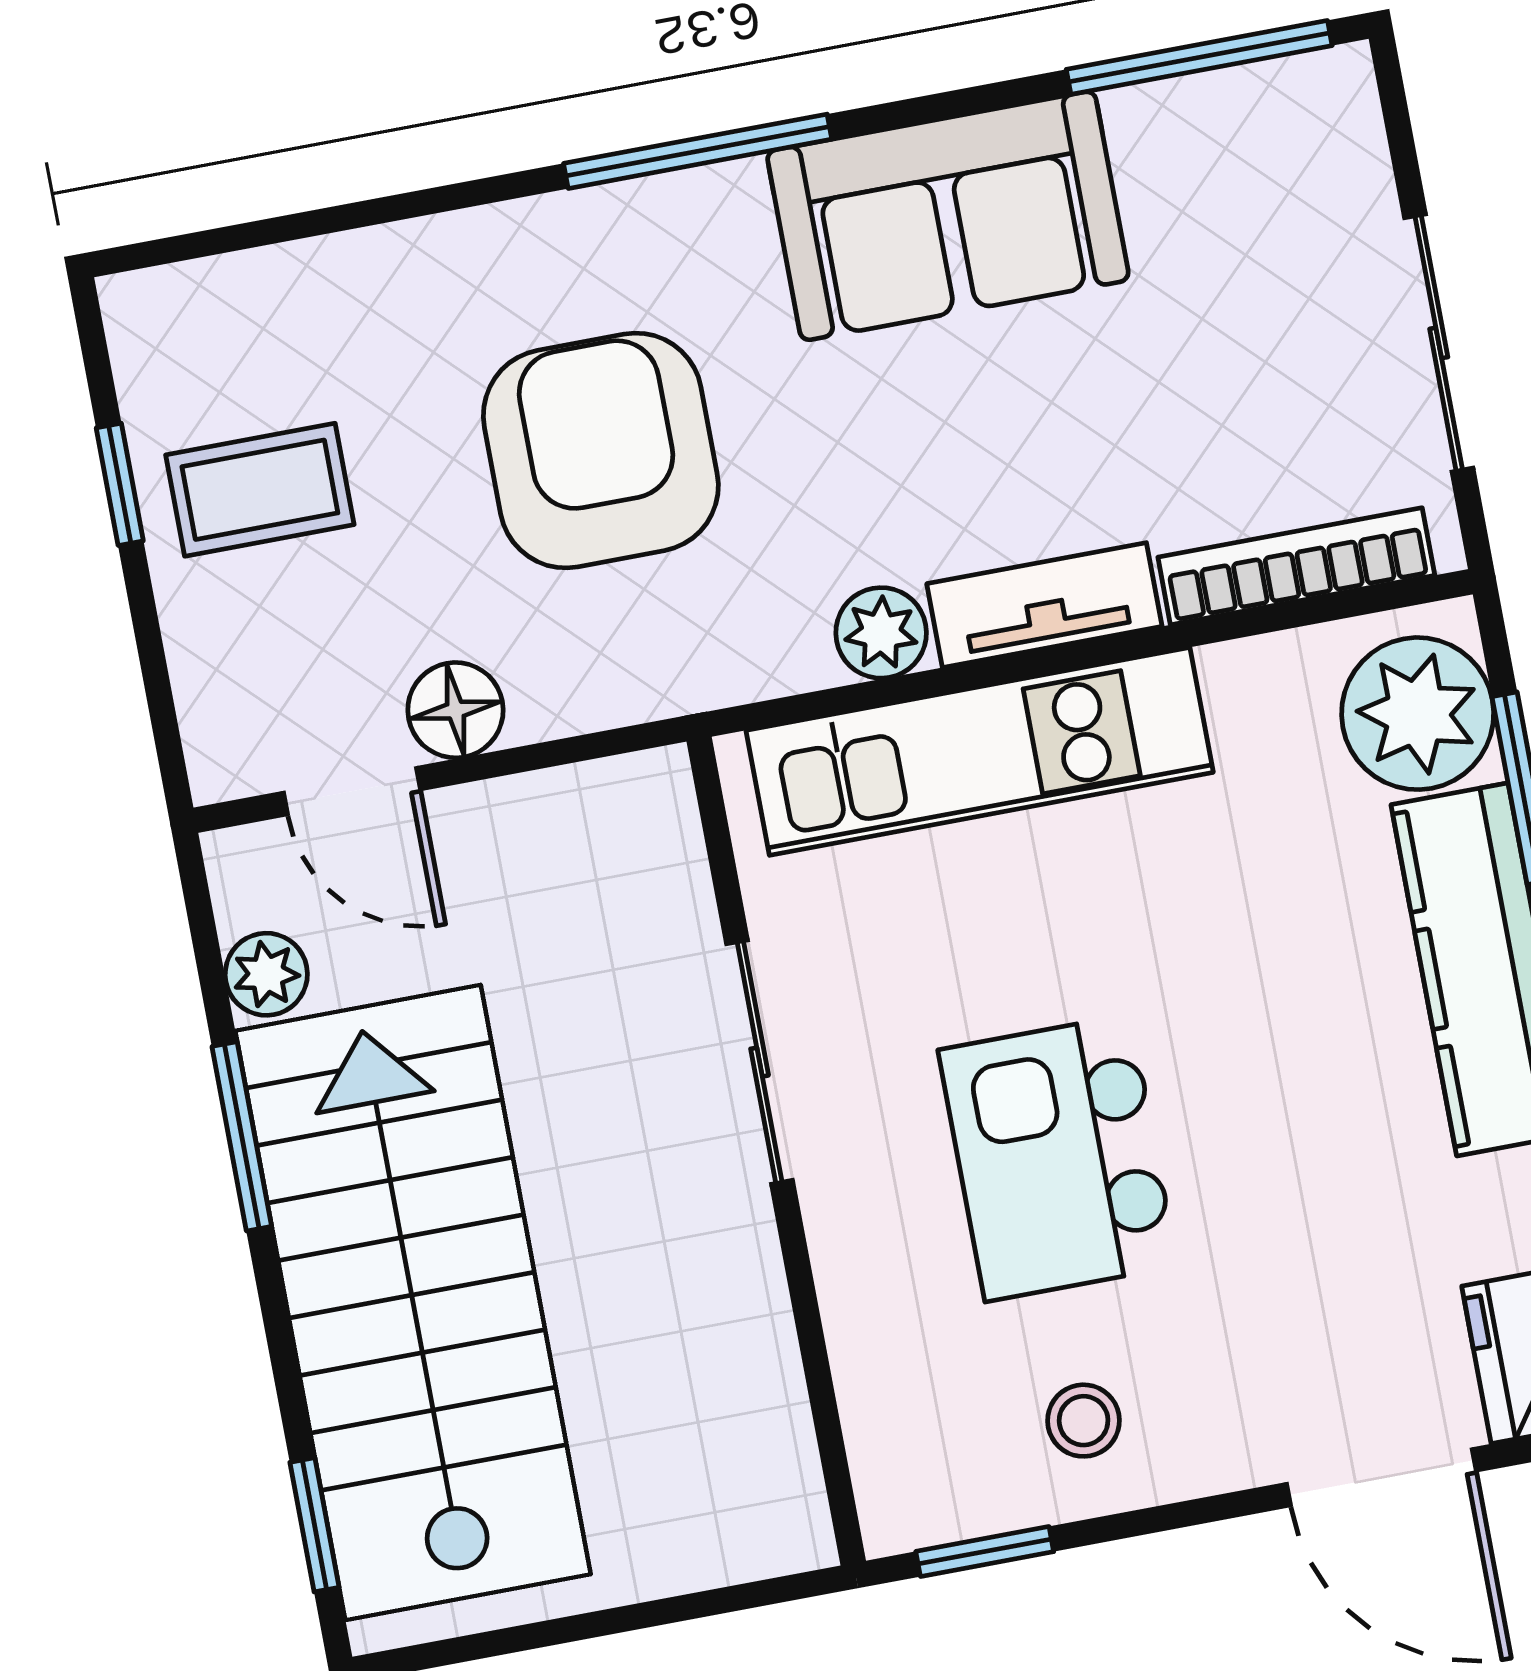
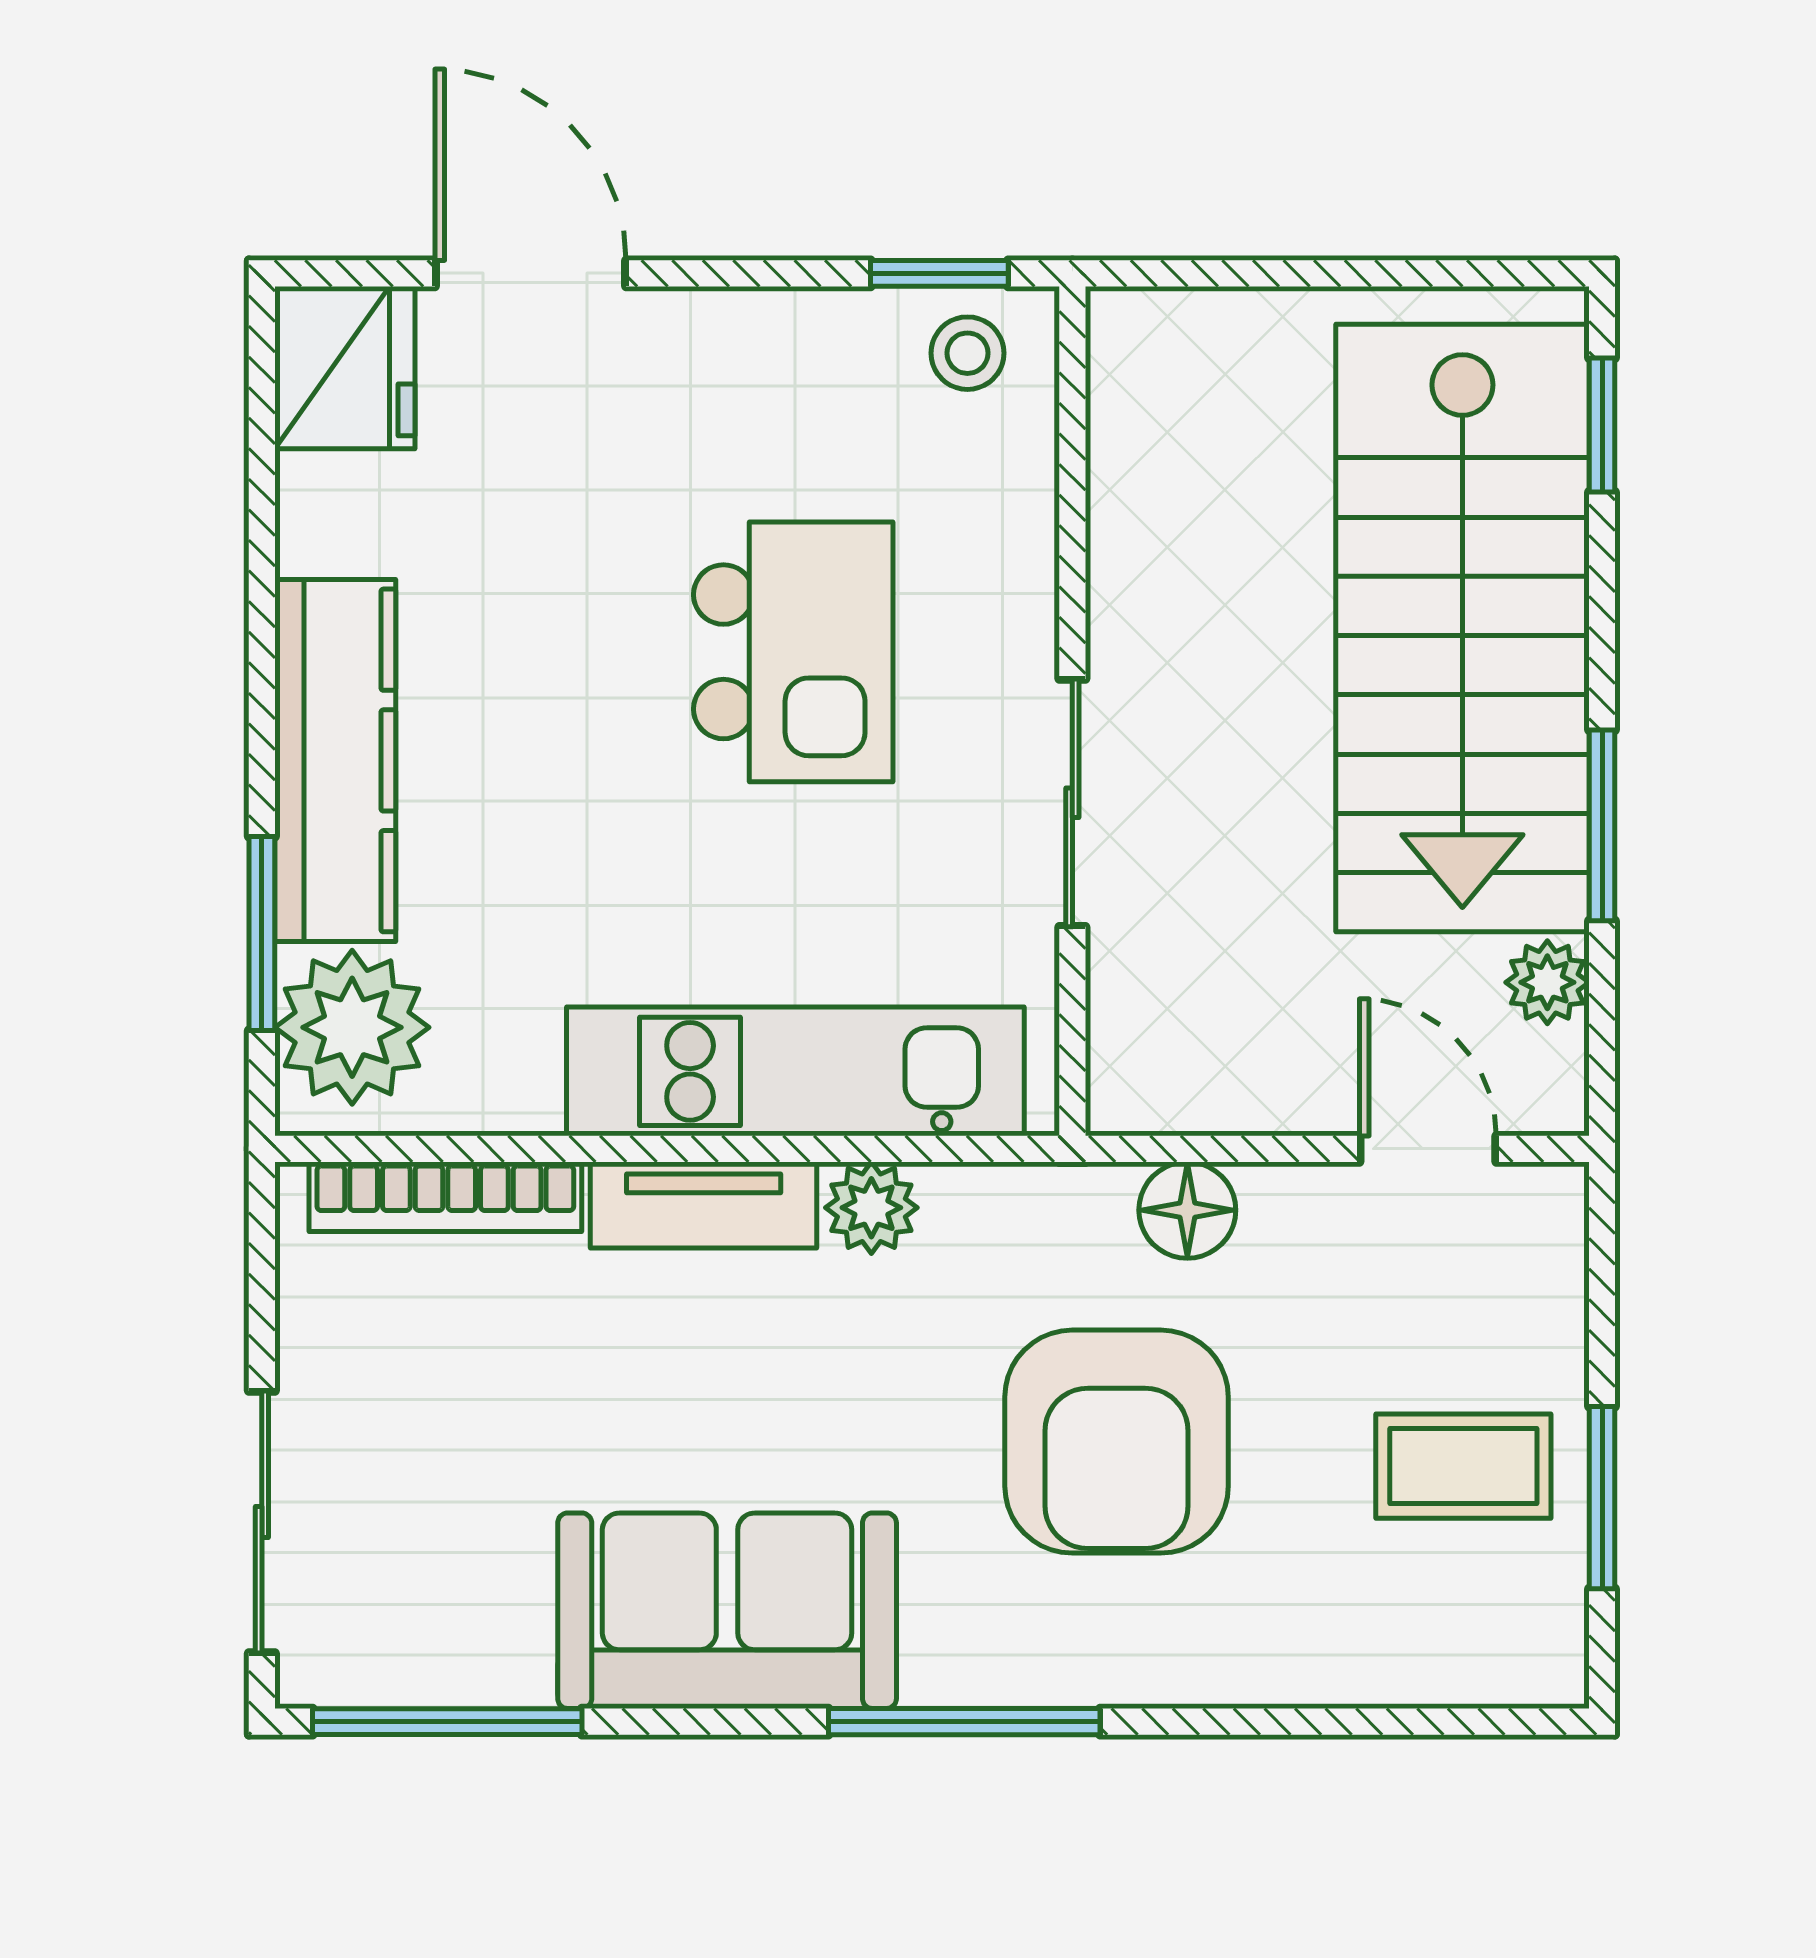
sliding door: (1439, 343) -> (262, 1522), moved
window: (120, 484) -> (1602, 1498), width x1.50
floor lamp: (455, 710) -> (1187, 1210), moved
stool: (1084, 1421) -> (967, 353), moved

